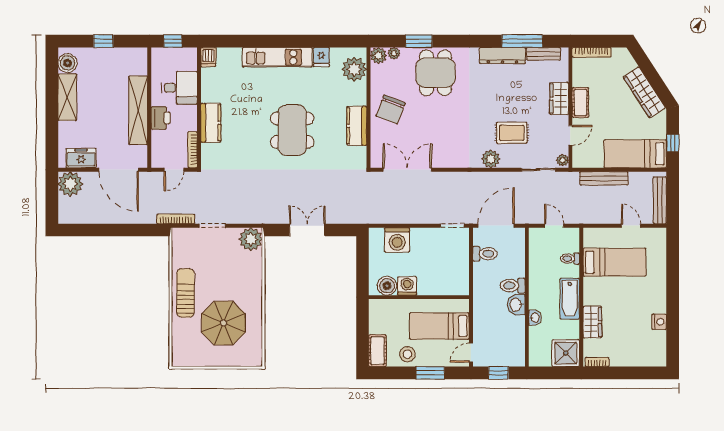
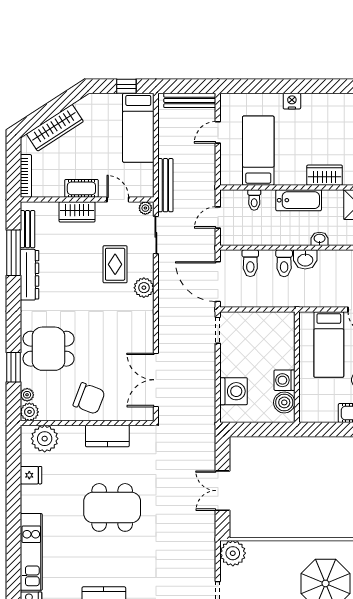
kitchen unit: (277, 57) -> (31, 552), moved
wardrobe: (644, 92) -> (55, 128), moved
bench: (604, 178) -> (165, 185), moved
toilet: (485, 254) -> (250, 263), moved, turned 180
nightstand: (659, 322) -> (292, 101), moved

